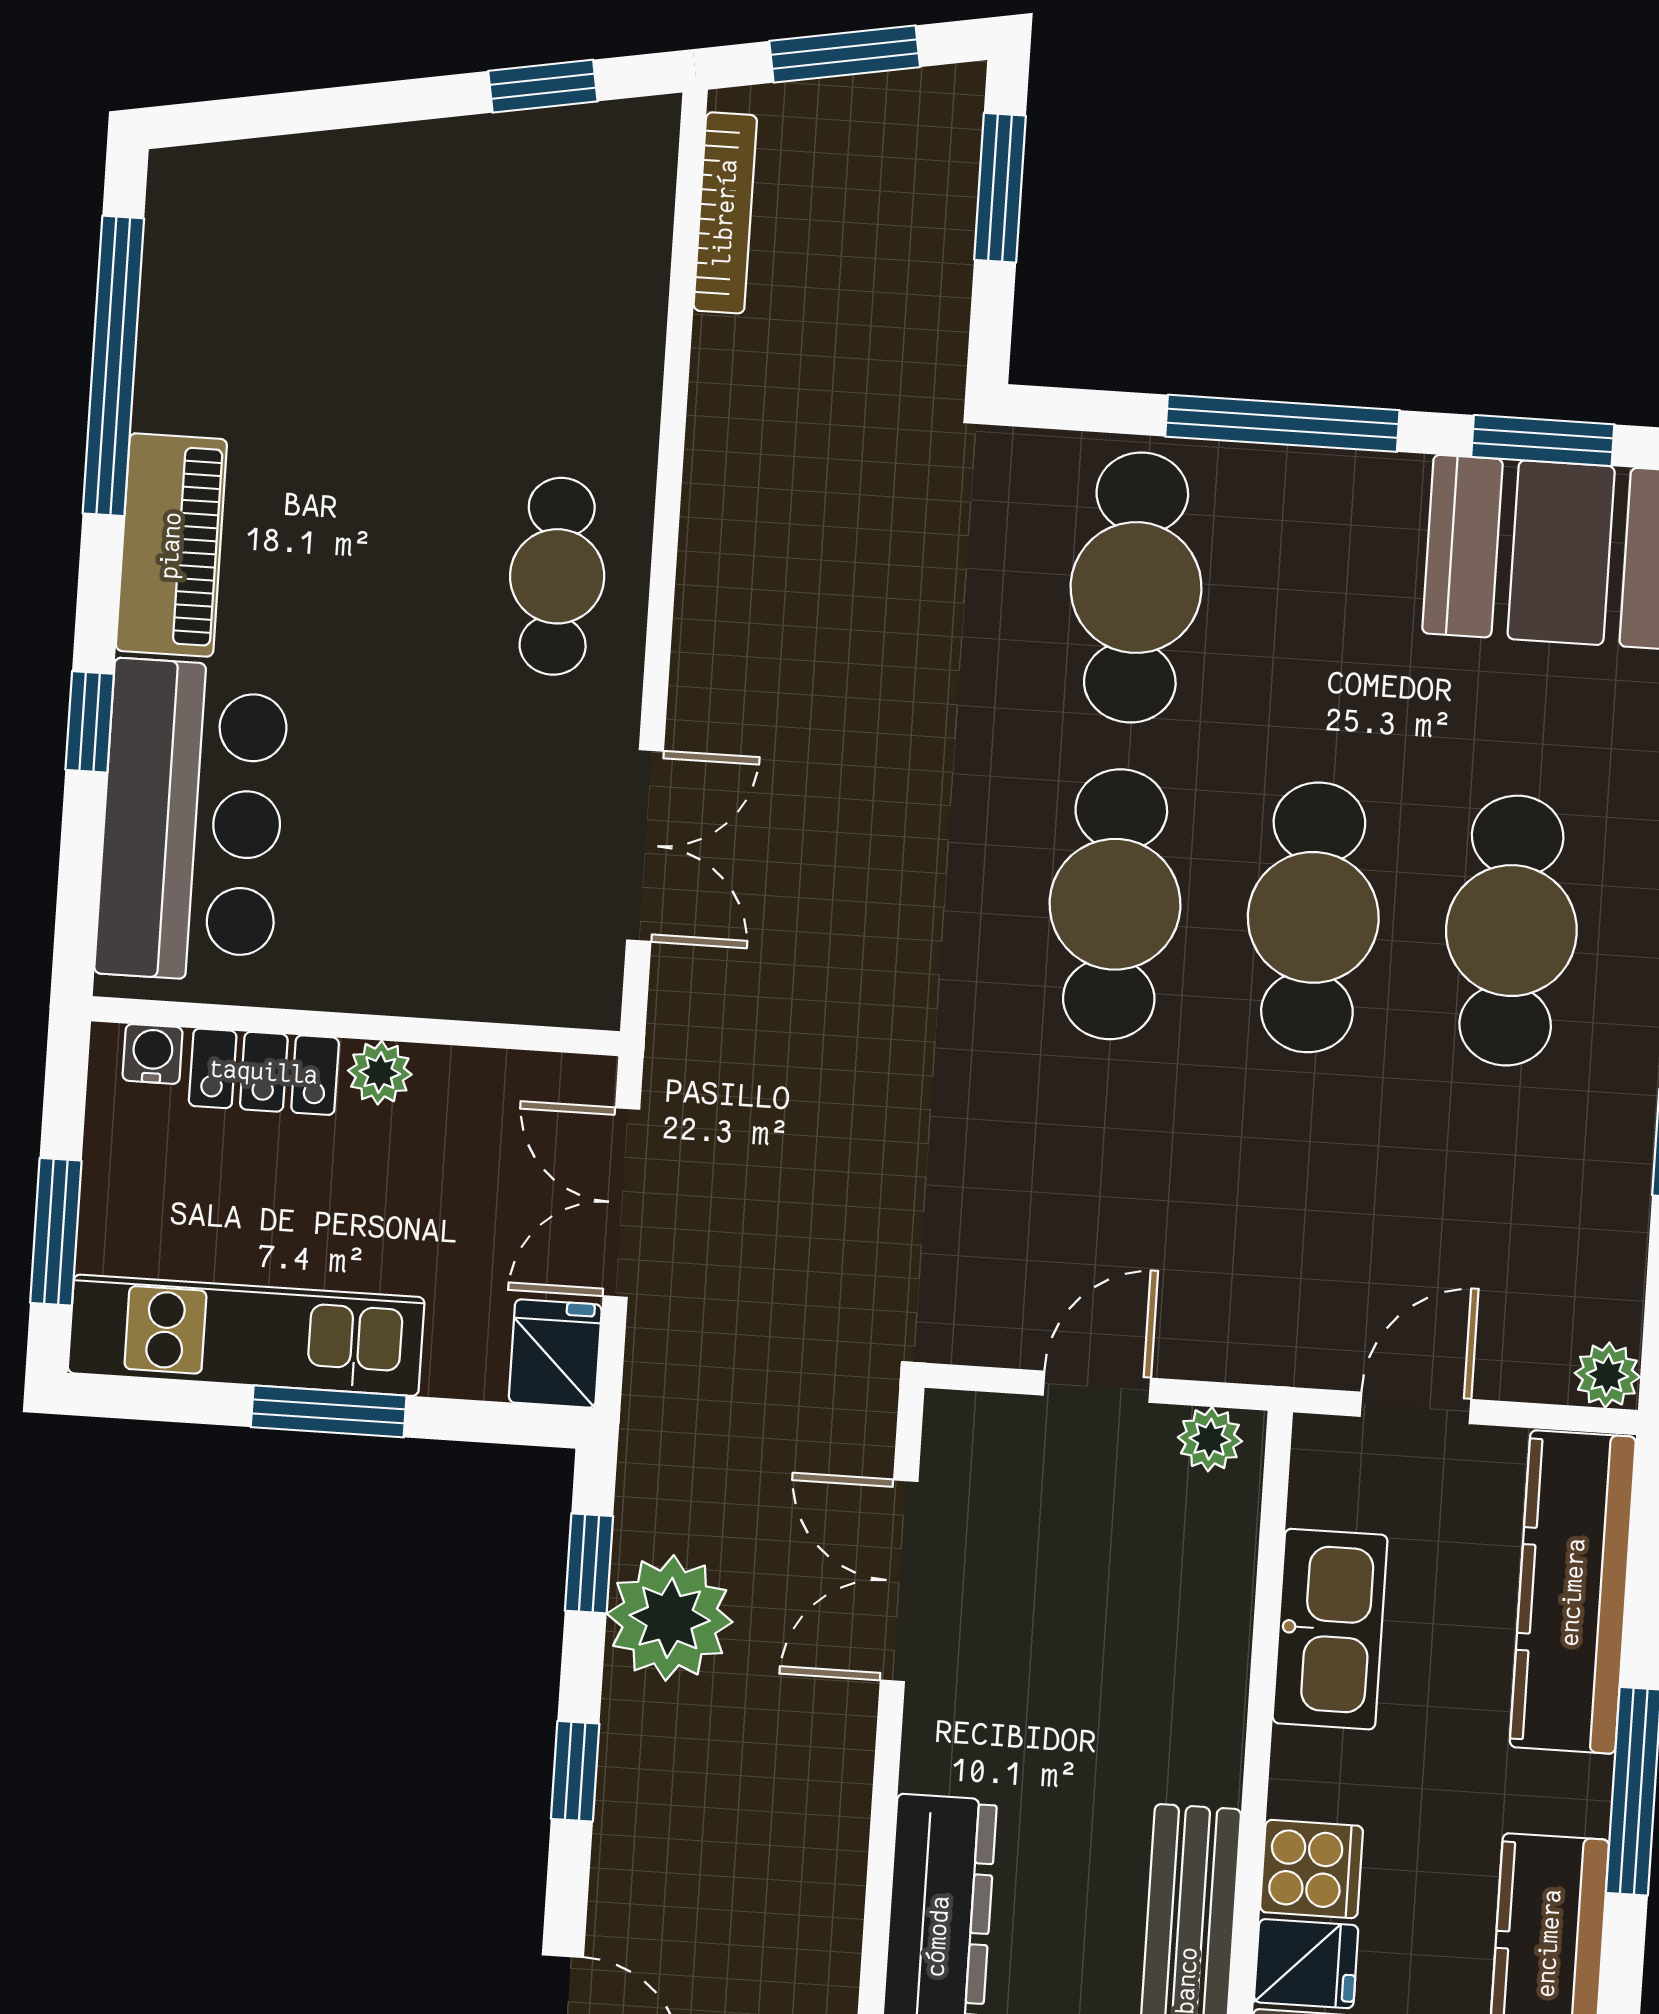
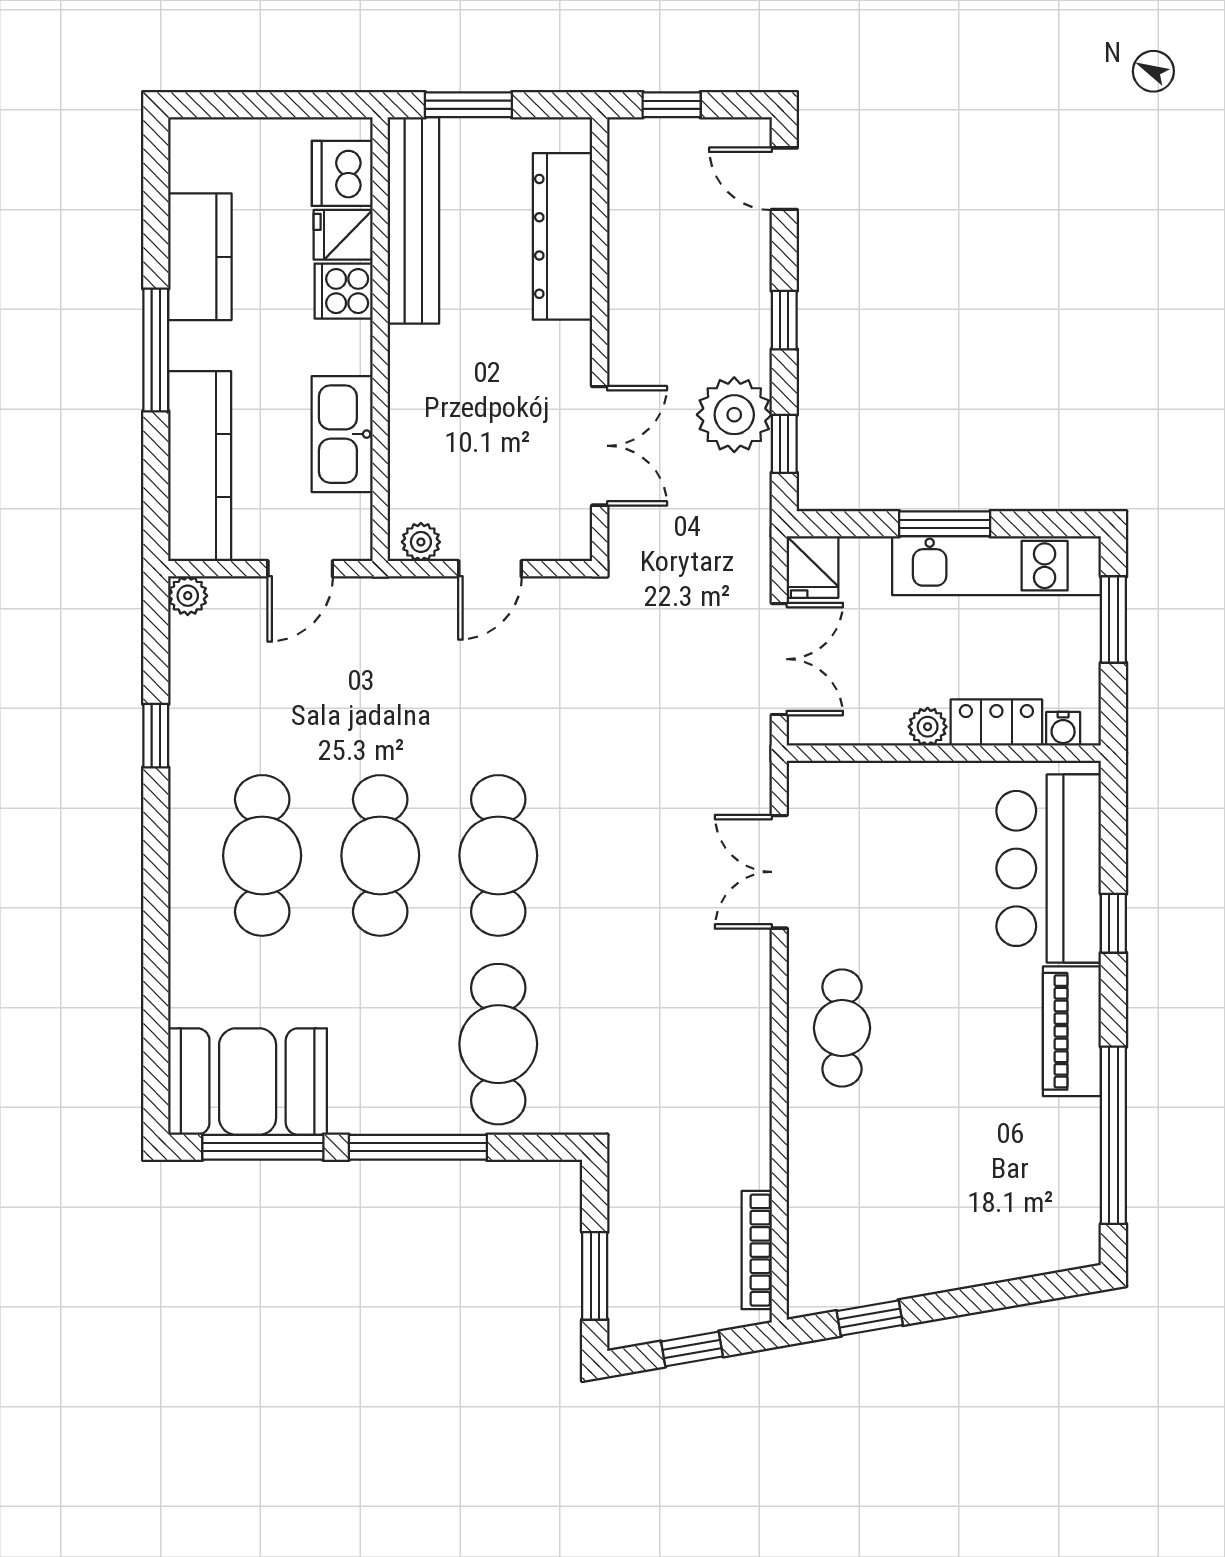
window: (845, 54) -> (692, 1349), width x0.67
window: (1543, 441) -> (263, 1147), width x1.44

